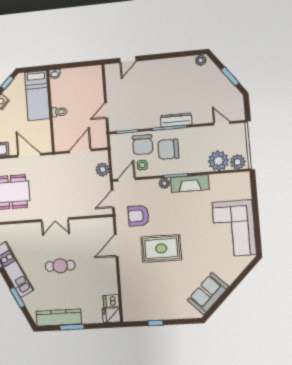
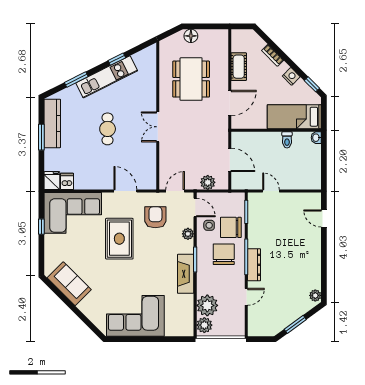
toilet: (59, 112) -> (287, 140), moved
door: (222, 123) -> (246, 297), moved
plant: (164, 183) -> (188, 234), moved
door: (113, 199) -> (175, 191), hinge flipped
corner sofa: (140, 294) -> (73, 213), added

